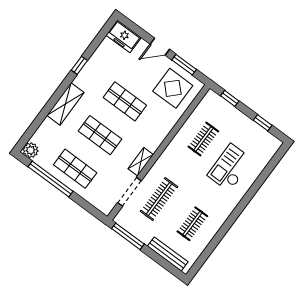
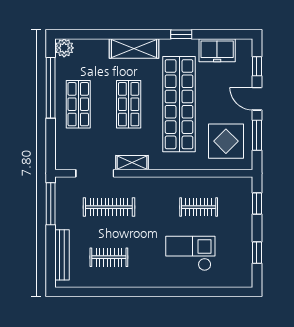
window: (138, 31) -> (257, 66), added
freezer: (124, 36) -> (217, 50), moved, turned -90
shop shelf: (125, 101) -> (179, 104), width x2.00, depth x1.36

